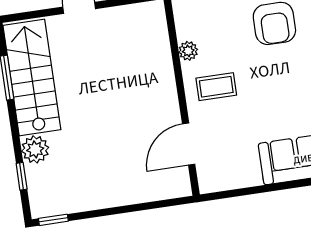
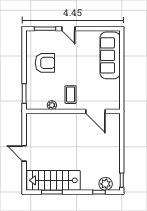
plant: (35, 149) -> (106, 184), moved

